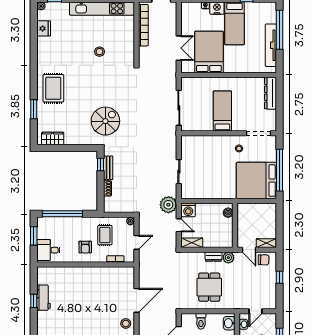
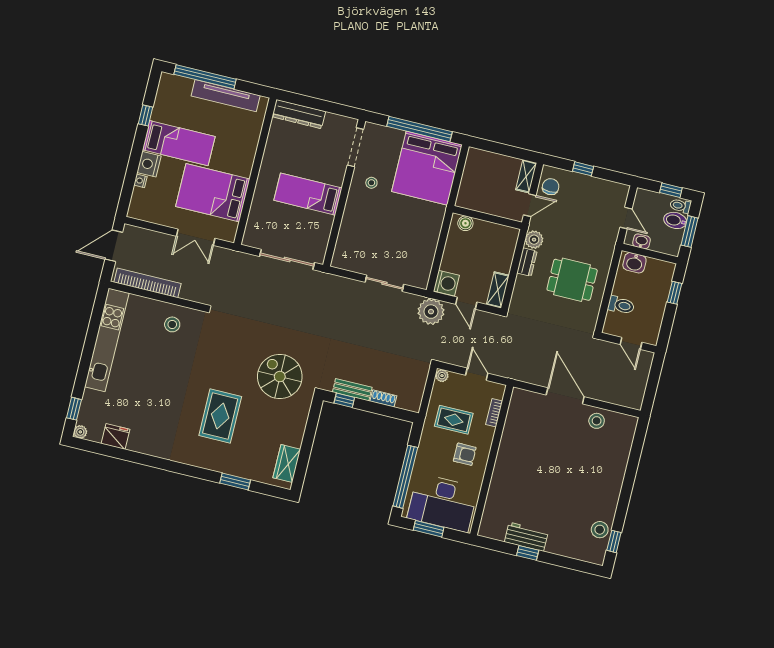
double door: (179, 48) -> (196, 237), swing flipped
stool: (99, 52) -> (172, 324), moved
rug: (53, 88) -> (220, 416), moved, turned 90
door: (179, 225) -> (466, 303), swing flipped
desk: (48, 250) -> (443, 503), width x1.87, depth x1.30

